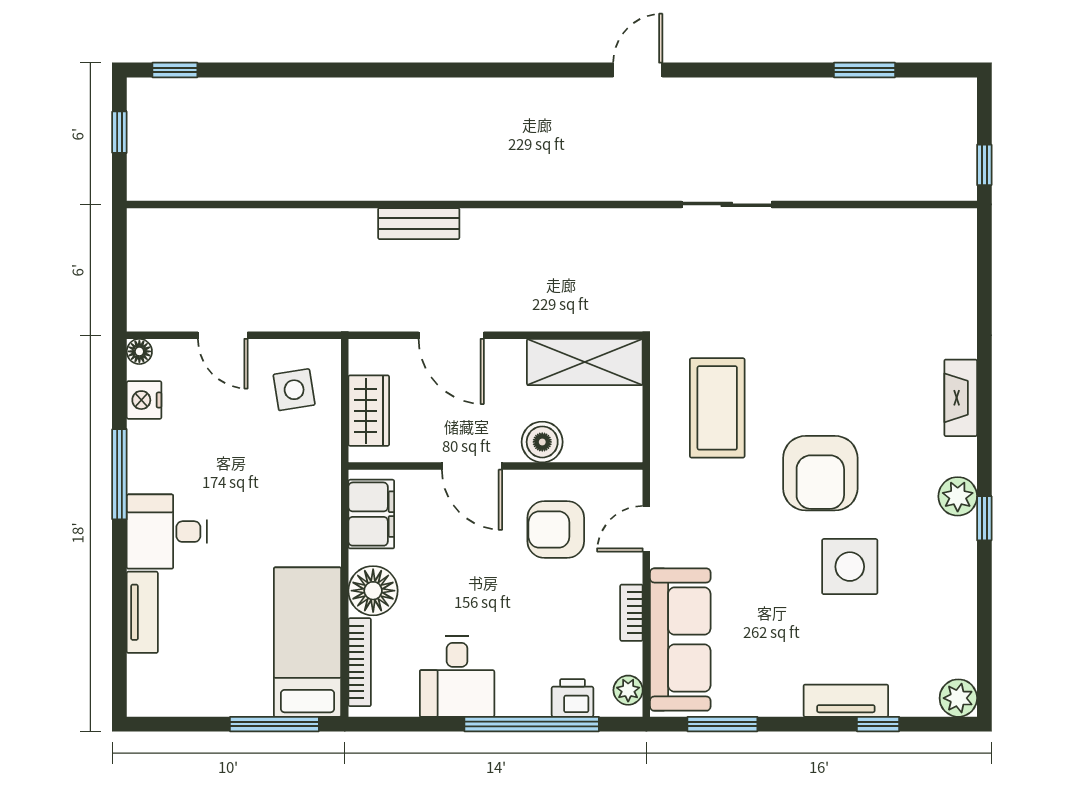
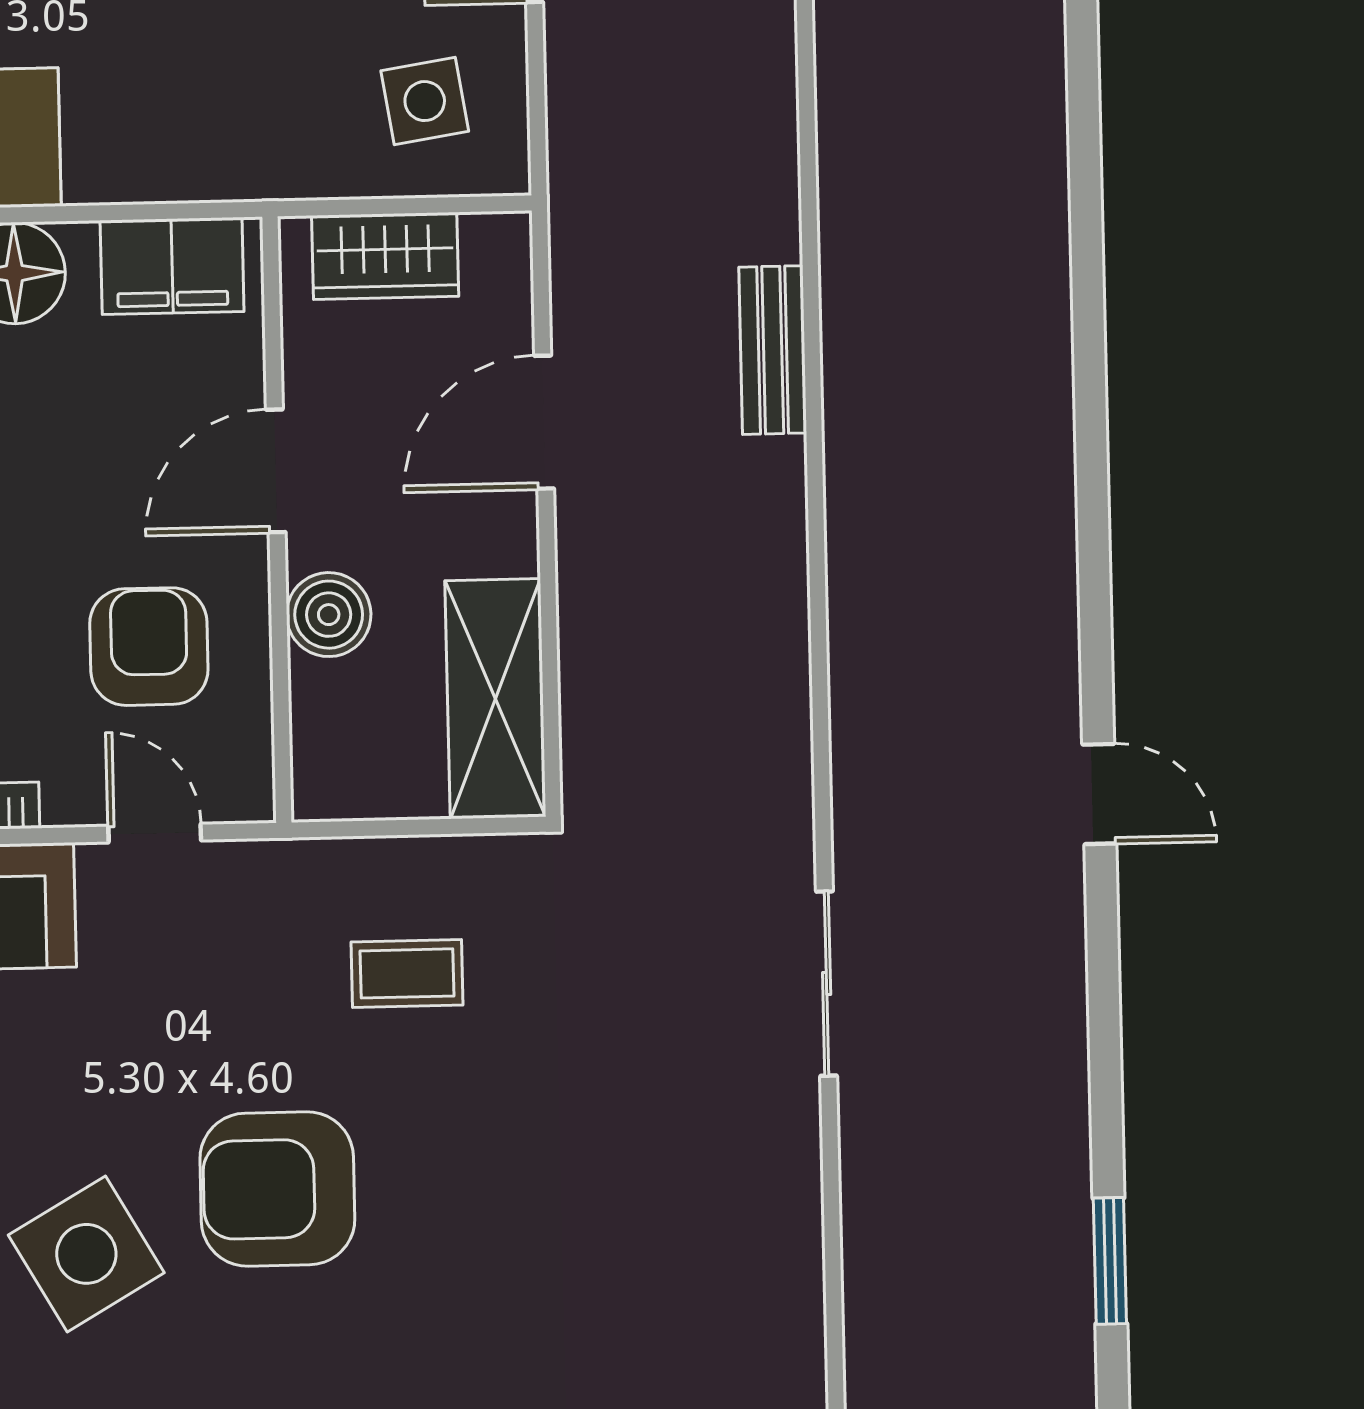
coffee table: (717, 408) -> (407, 973), width x0.54, depth x0.58
side table: (850, 567) -> (86, 1254), turned -30

